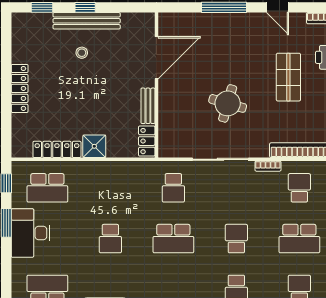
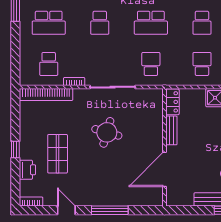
school desk: (110, 188) -> (202, 64), added
school desk: (110, 239) -> (202, 23), turned 180
school desk: (173, 239) -> (151, 23), turned 180
school desk: (299, 239) -> (49, 23), turned 180

